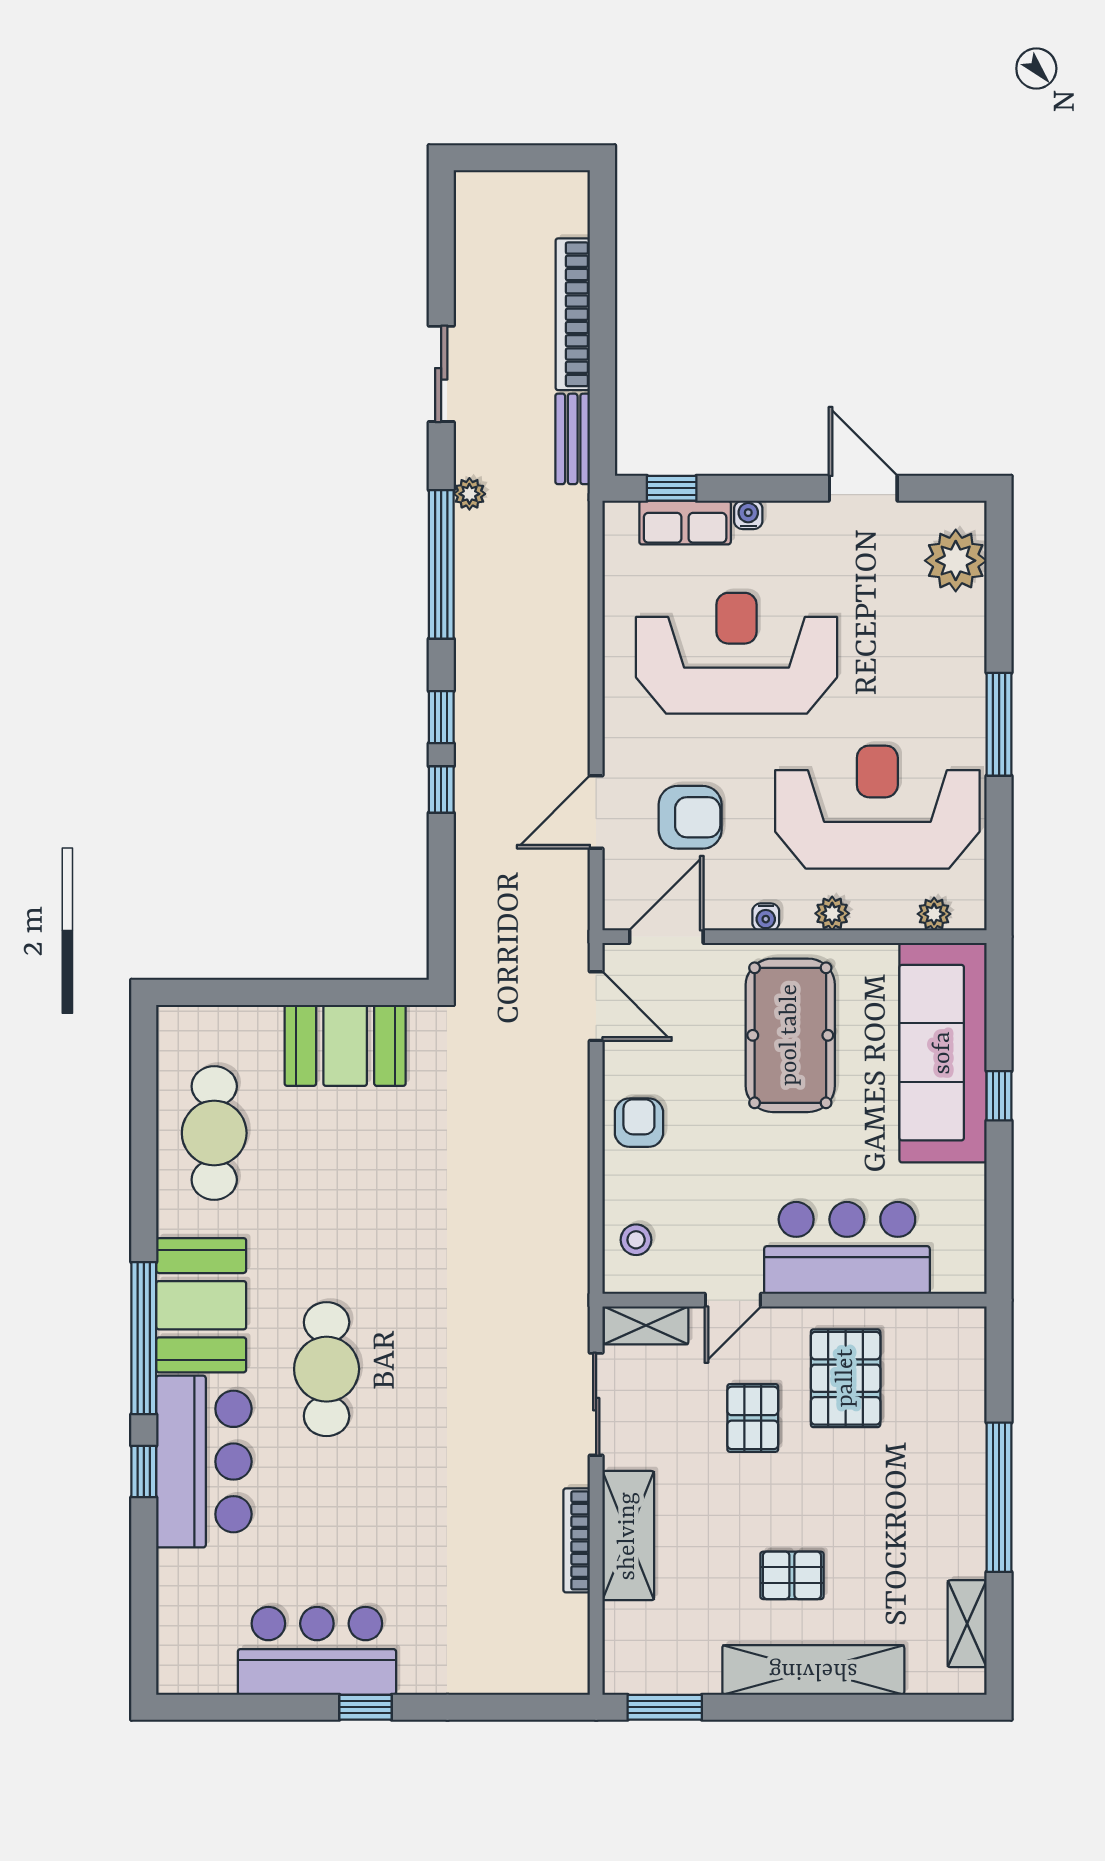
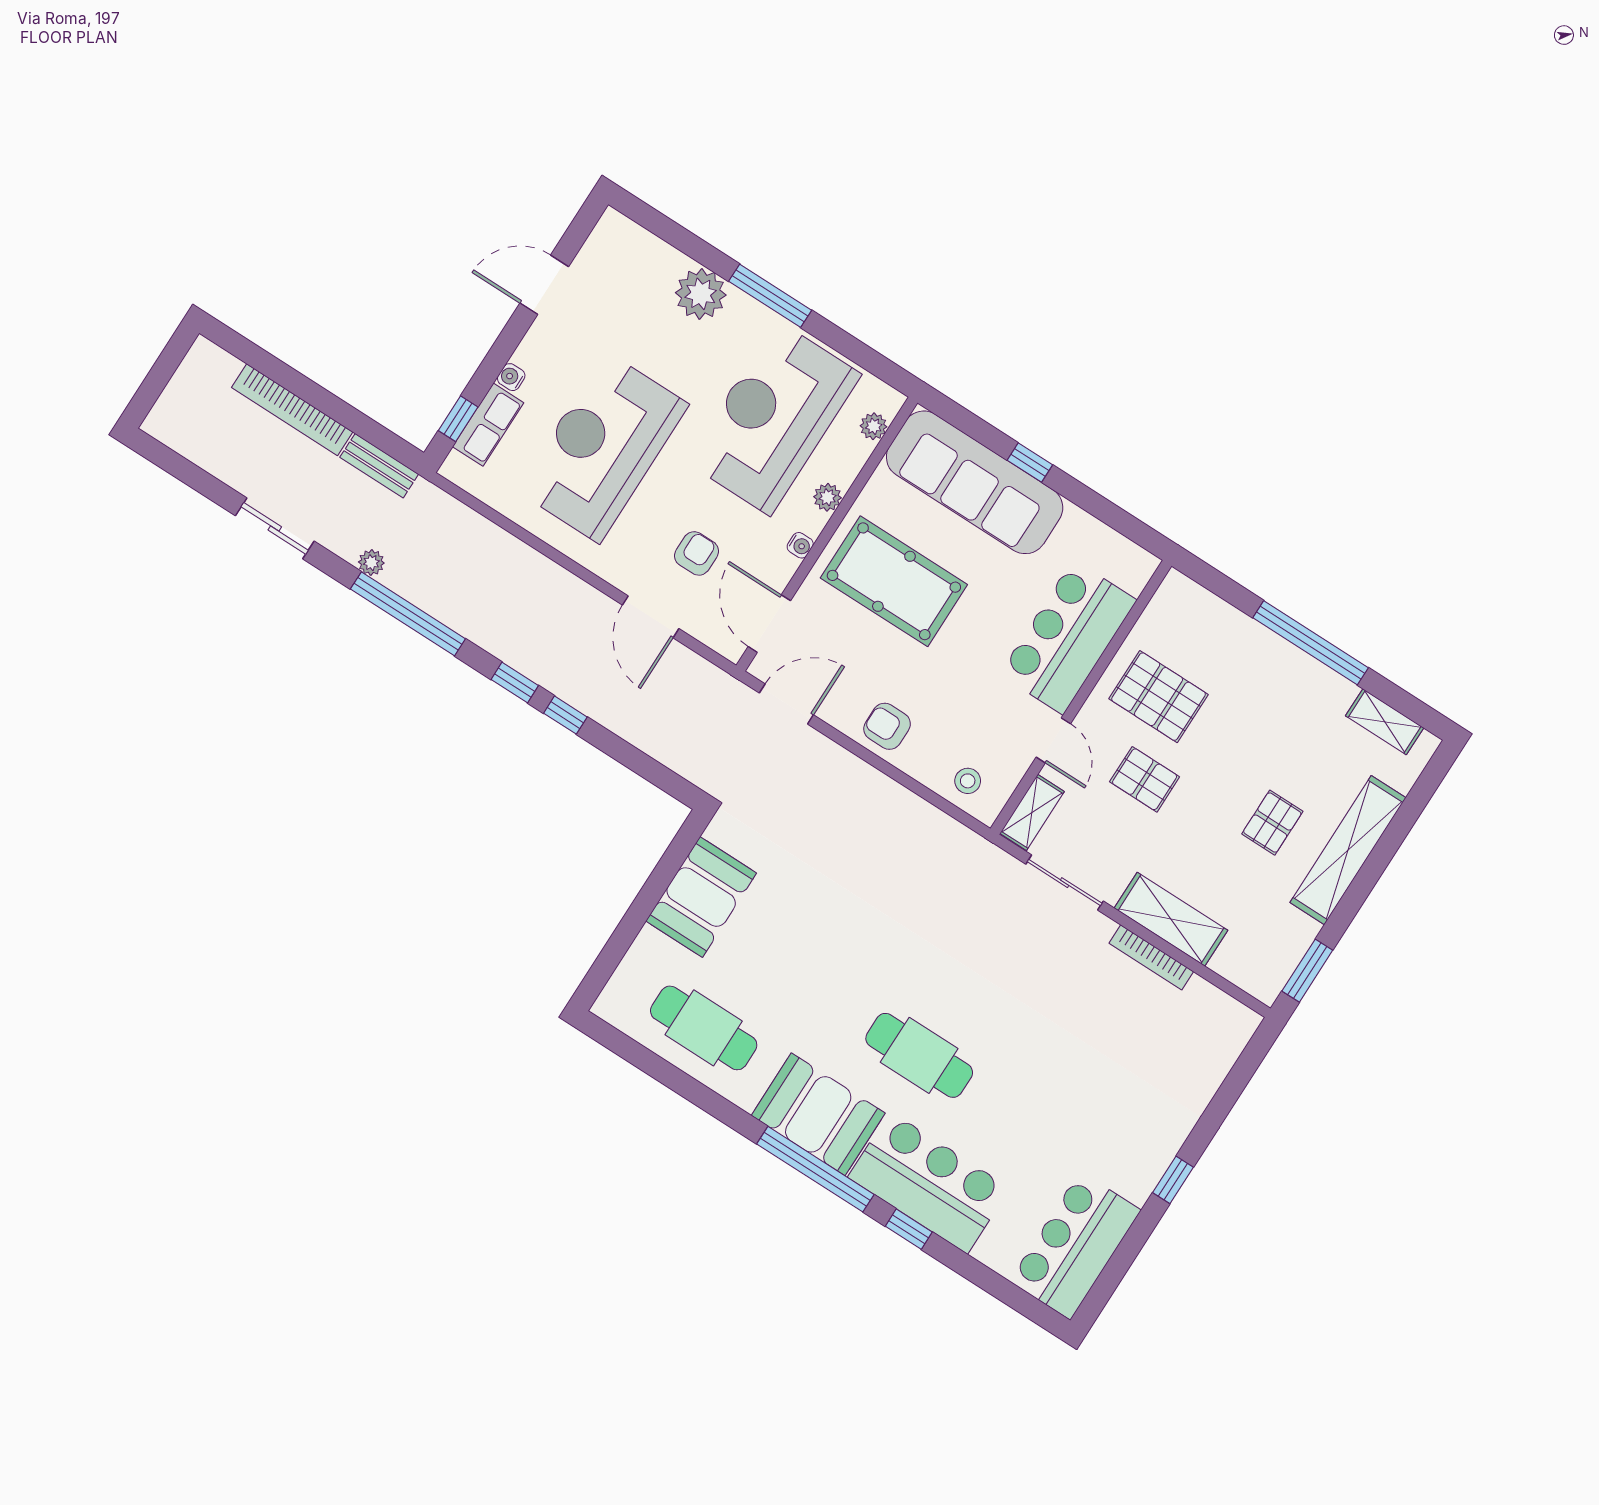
plant: (956, 561) -> (701, 294), moved
armchair: (690, 817) -> (696, 553), width x0.72, depth x0.72
bar counter: (317, 1651) -> (1075, 1246), moved

